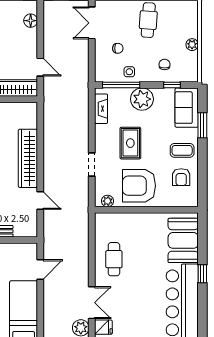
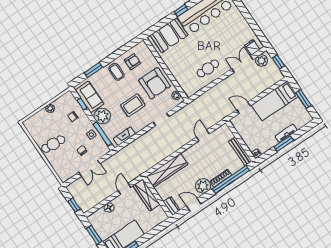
floor lamp: (31, 21) -> (109, 207), moved
double door: (92, 23) -> (89, 168), moved
sofa: (187, 108) -> (89, 97), moved, turned -90
wardrobe: (28, 158) -> (167, 170), moved

